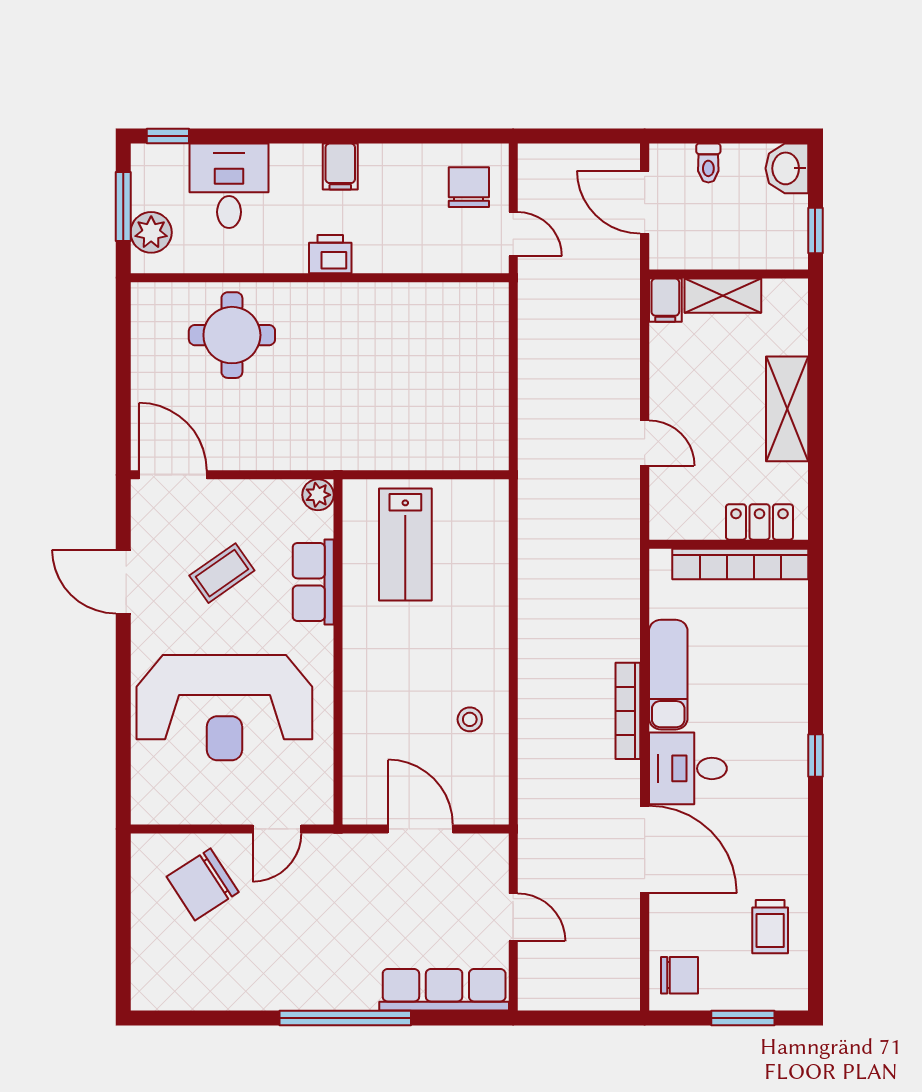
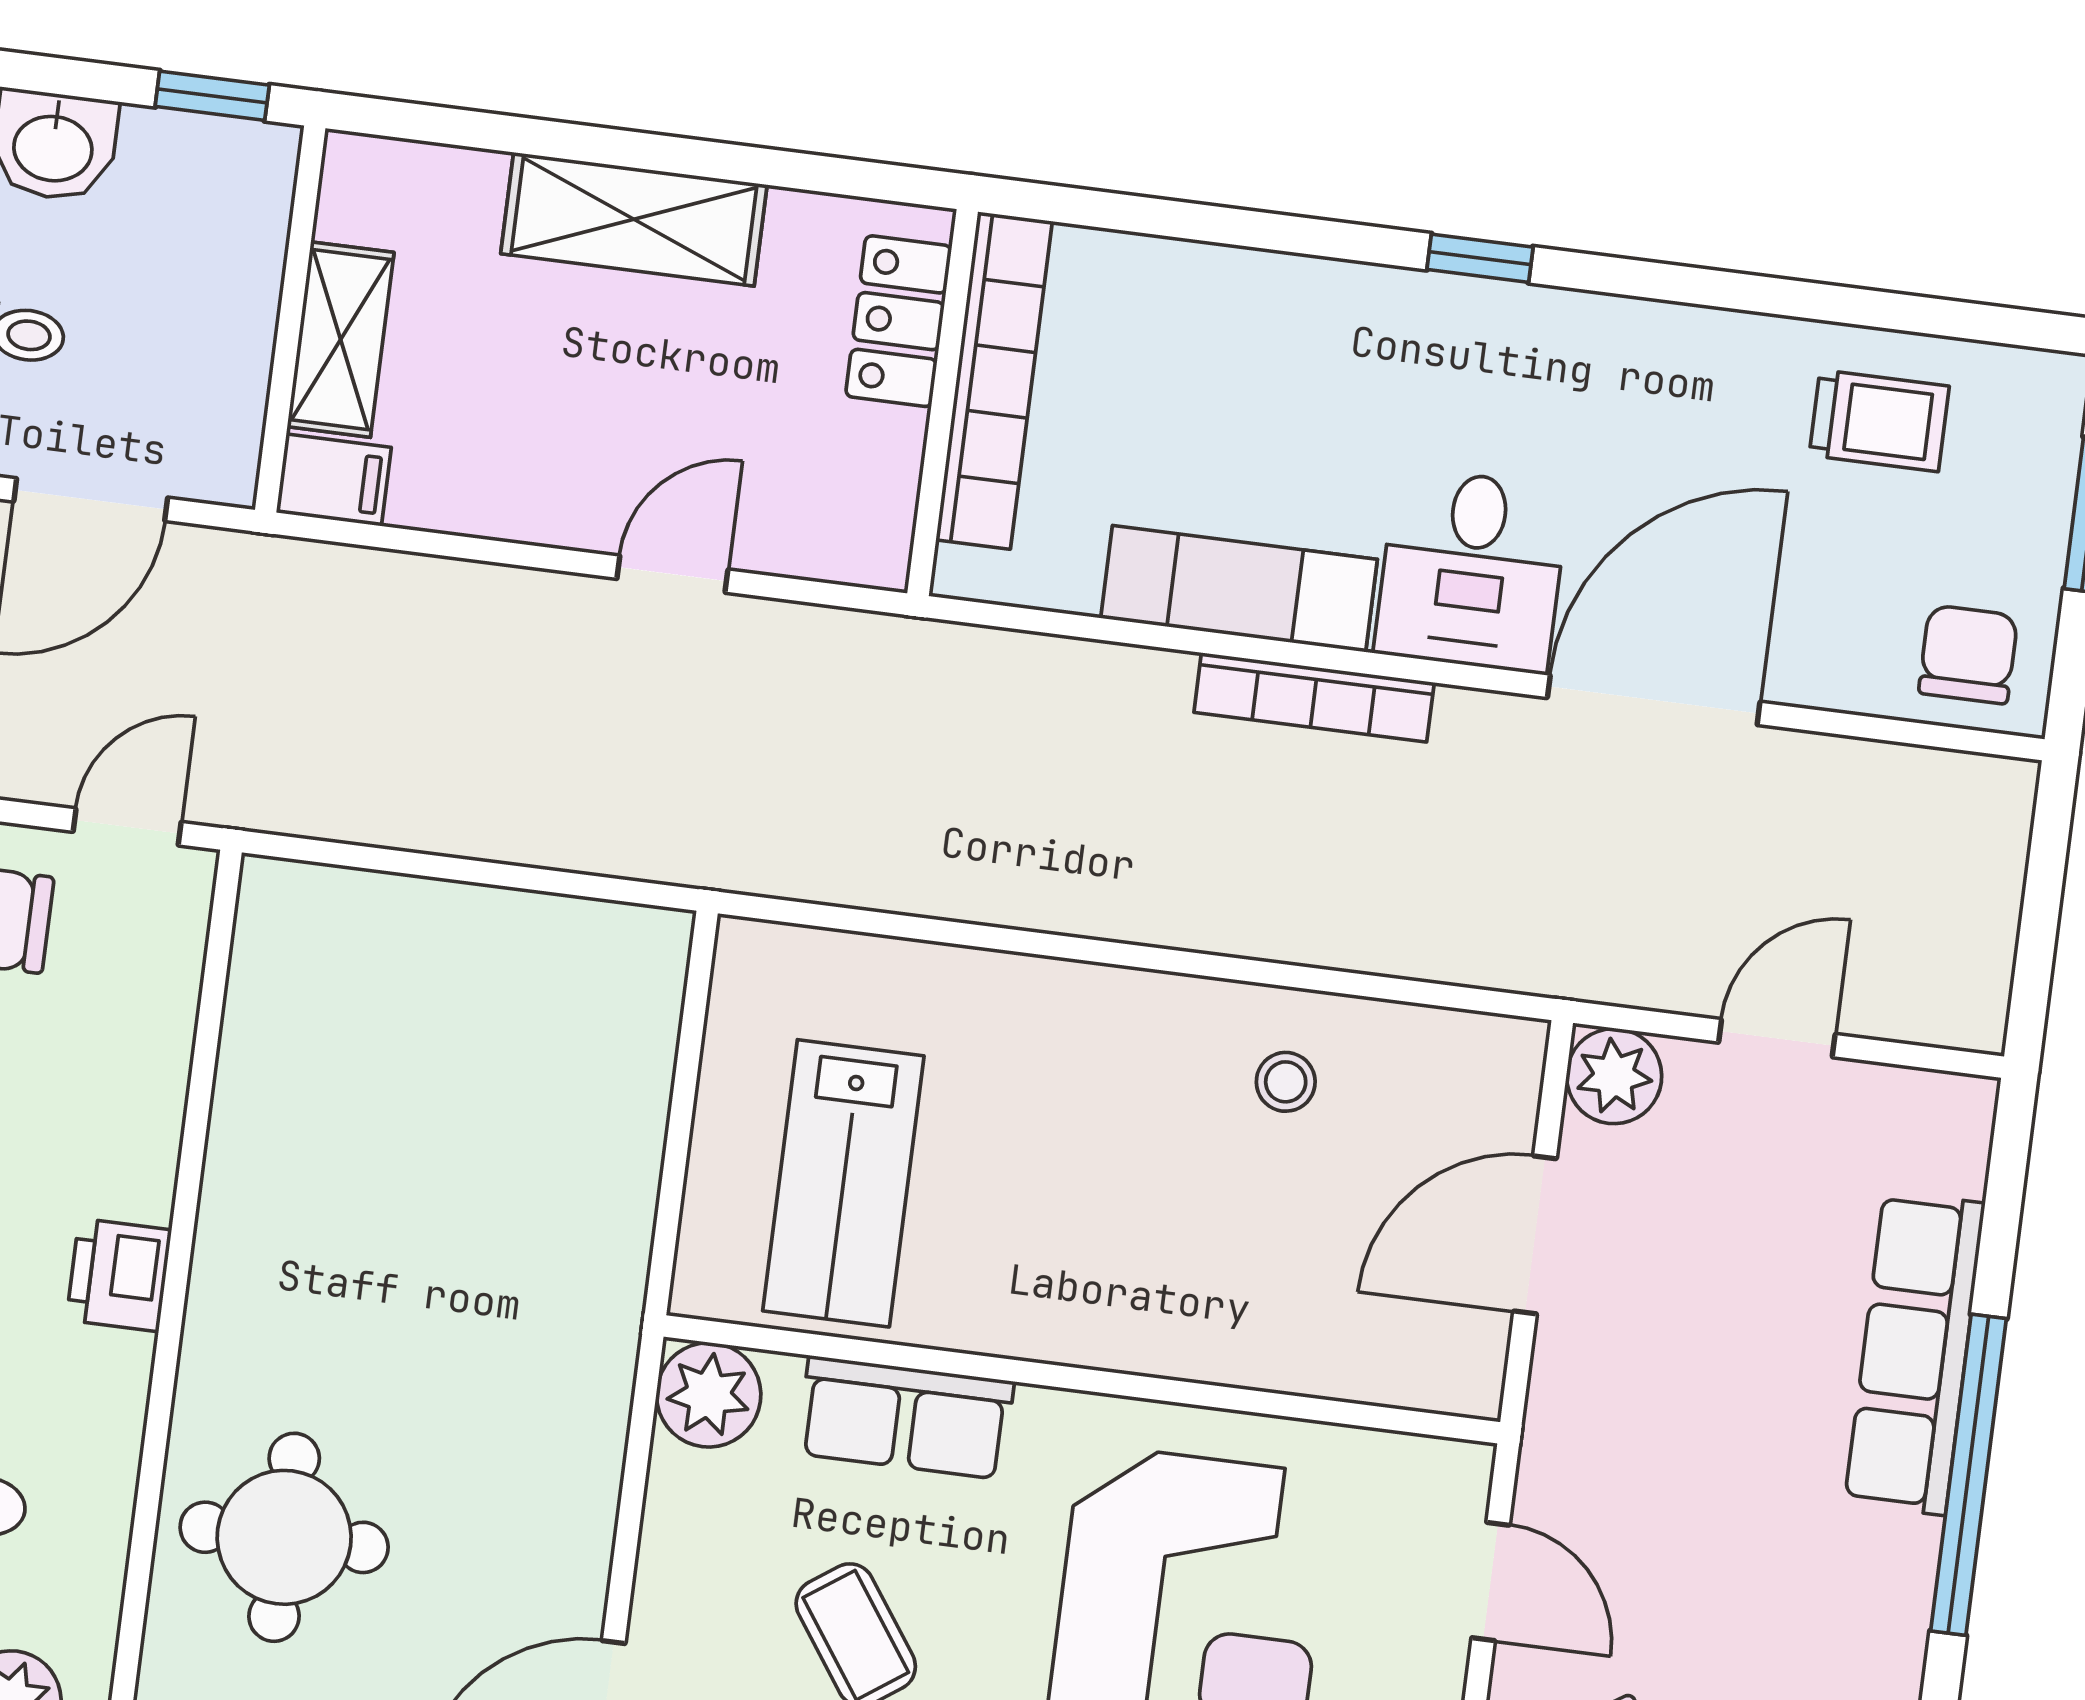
plant: (318, 495) -> (709, 1395), width x1.38, depth x1.38
lab bench: (405, 544) -> (843, 1183), turned 90
plant: (489, 853) -> (1614, 1076), added
row of seats: (444, 990) -> (1915, 1353), moved

